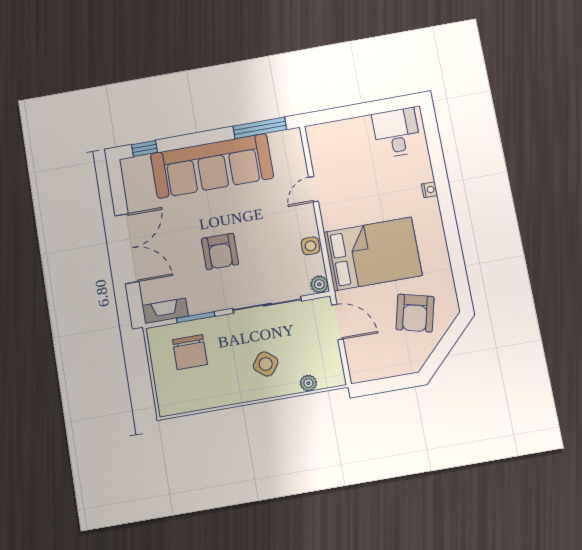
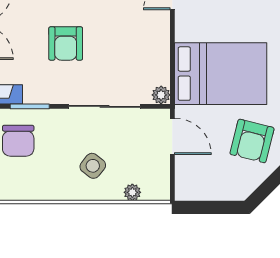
side table: (310, 246) -> (159, 54), removed

